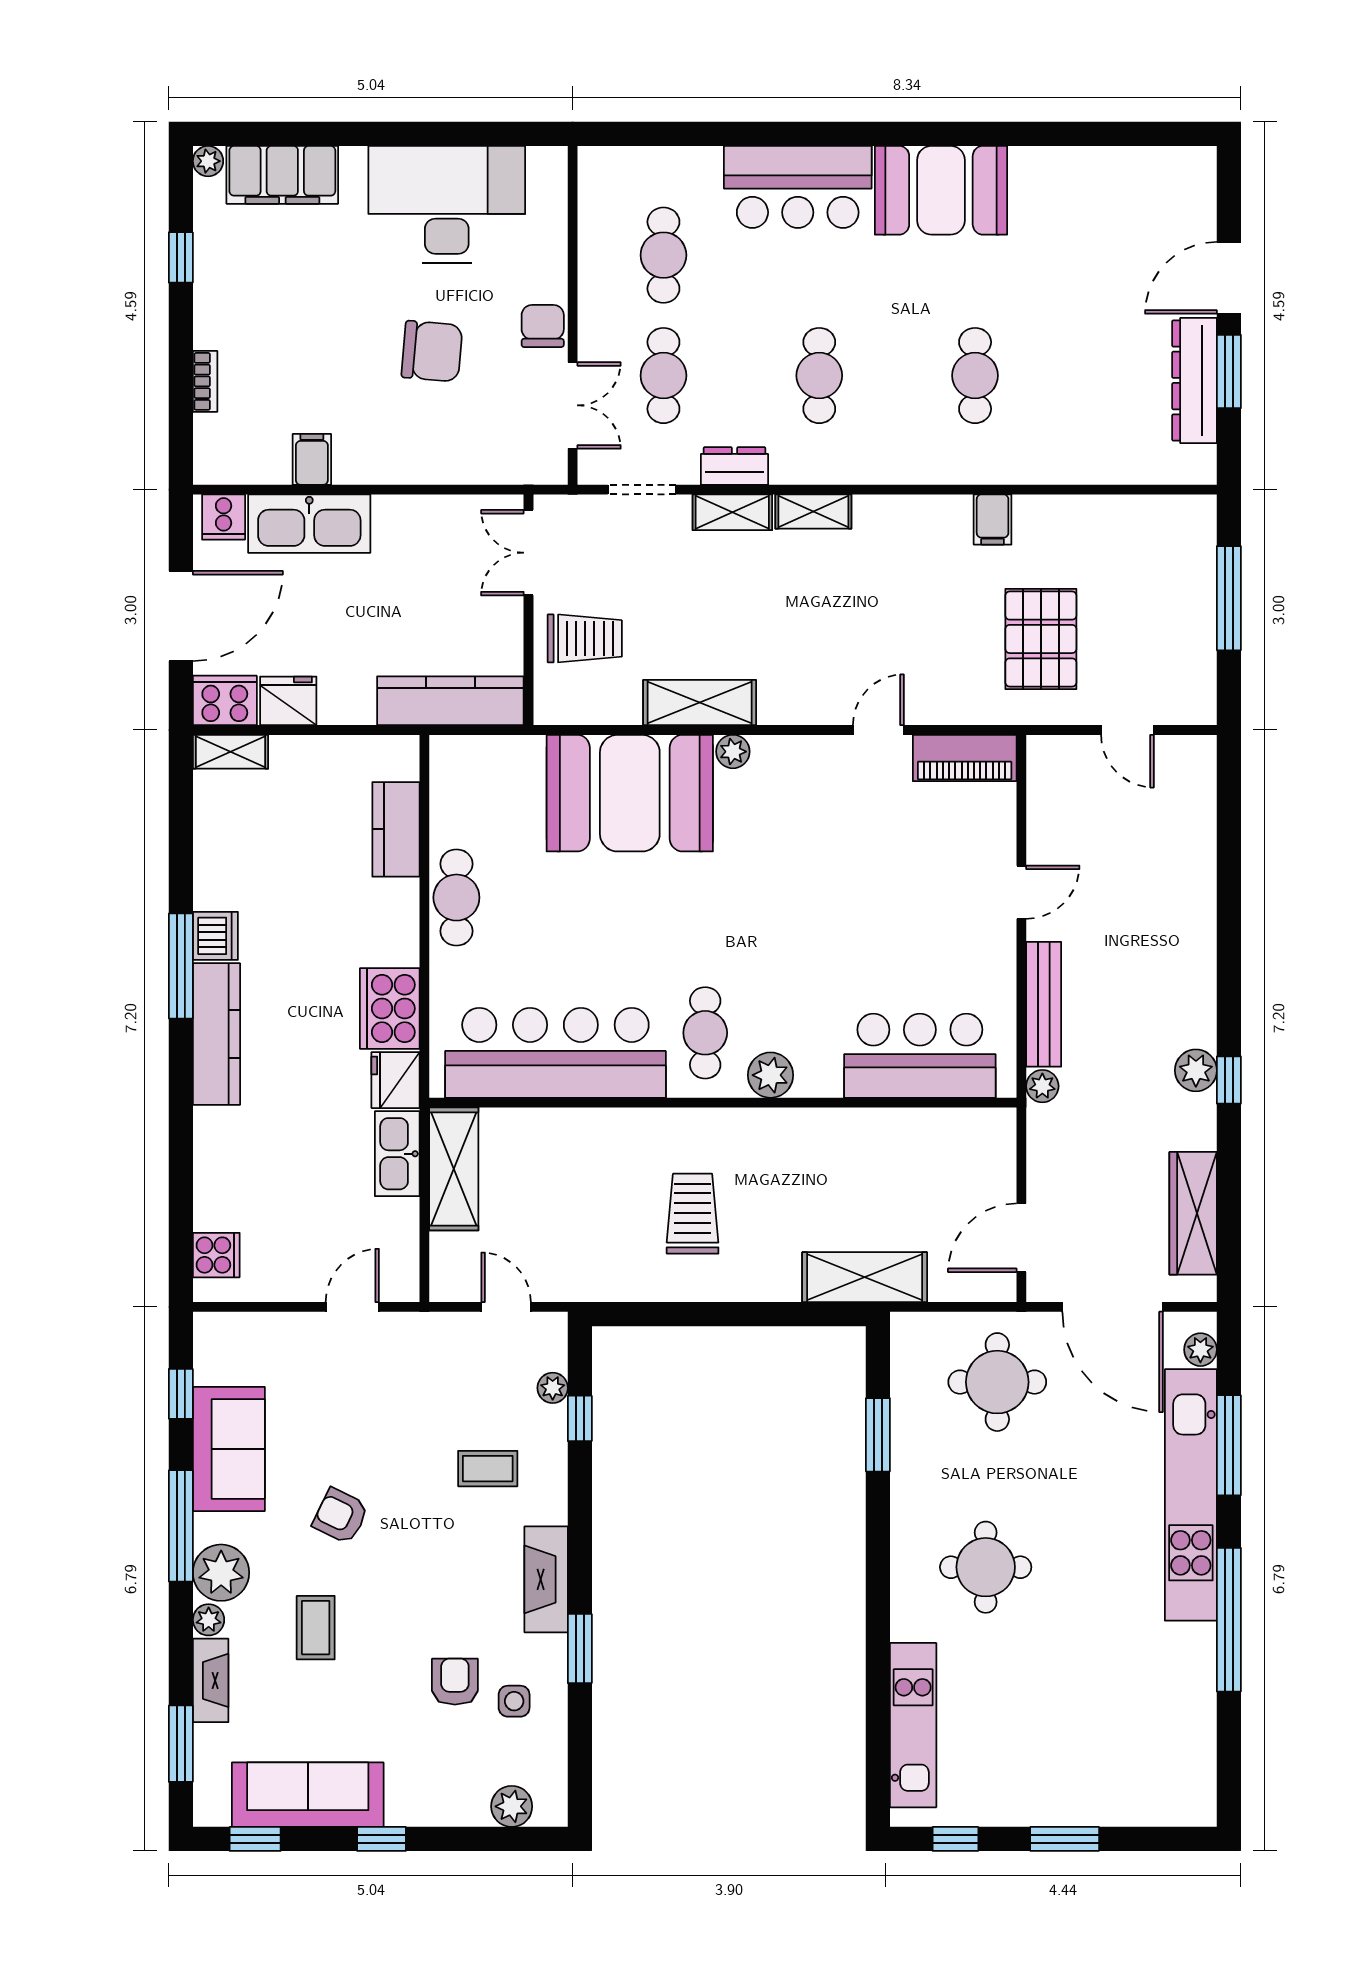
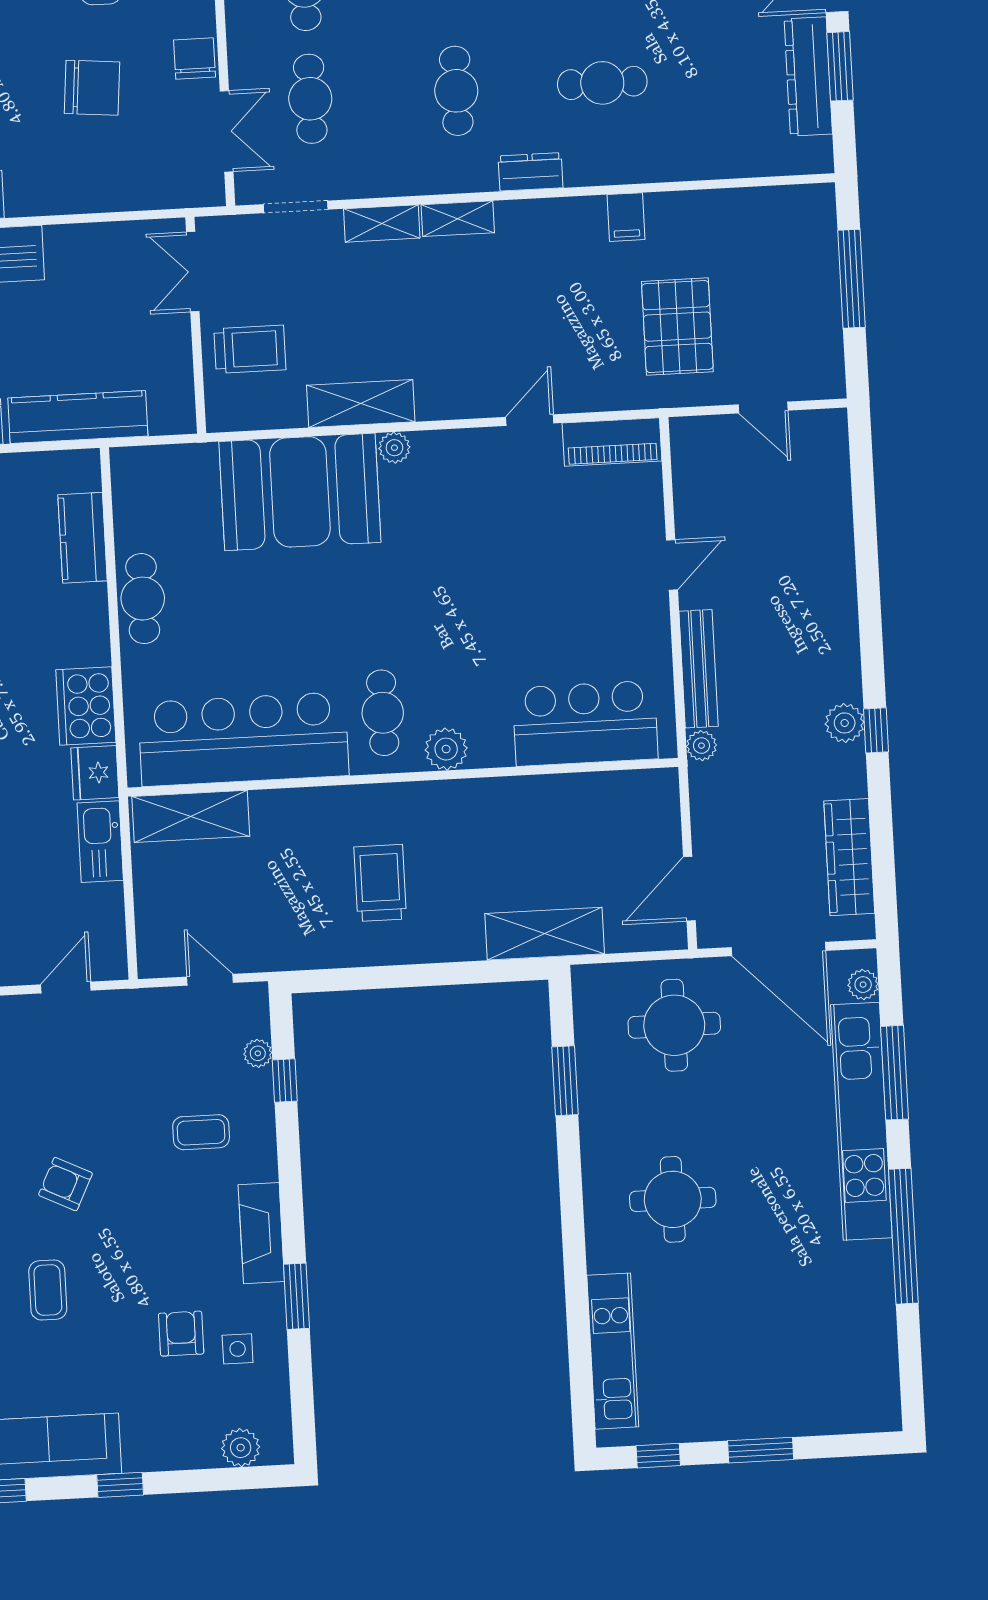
cafe table: (975, 376) -> (602, 83), turned 90
dresser: (735, 466) -> (530, 172), moved
kitchen counter: (450, 701) -> (78, 417), moved
shelving: (454, 1169) -> (191, 816), moved, turned 90

